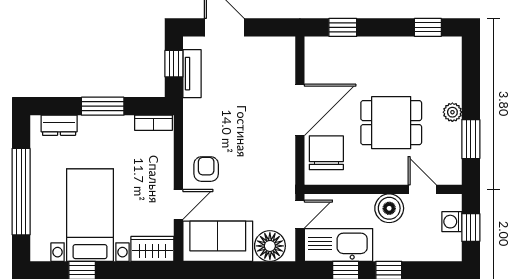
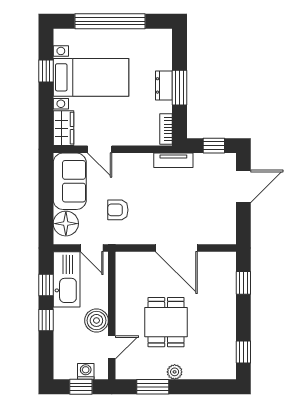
tv unit: (192, 74) -> (173, 160), moved
dresser: (59, 125) -> (164, 85), moved
chair: (326, 153) -> (142, 269), removed
armchair: (206, 169) -> (118, 210), moved, turned 180

